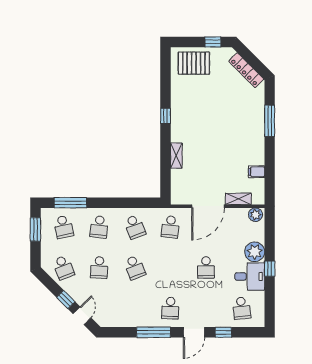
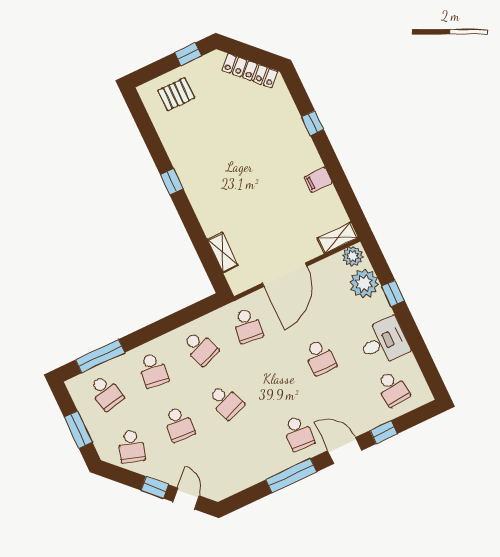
pallet: (194, 63) -> (176, 94), width x0.67, depth x0.71
window: (270, 121) -> (313, 123), width x0.46
shelving: (176, 156) -> (223, 252), moved
filing cabinet: (256, 172) -> (318, 180), moved
shelving: (238, 199) -> (338, 238), moved
window: (35, 229) -> (78, 430), moved
plant: (255, 252) -> (364, 284), moved
school desk: (63, 267) -> (131, 446), turned 39
window: (270, 269) -> (393, 293), moved
door: (194, 332) -> (345, 450), swing flipped

